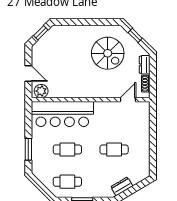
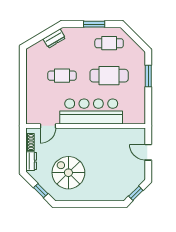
plant: (41, 91) -> (135, 135), removed
bar counter: (62, 114) -> (91, 111), moved
cafe table: (67, 150) -> (109, 76), width x1.37, depth x1.35

